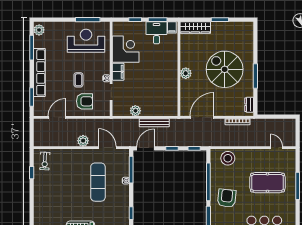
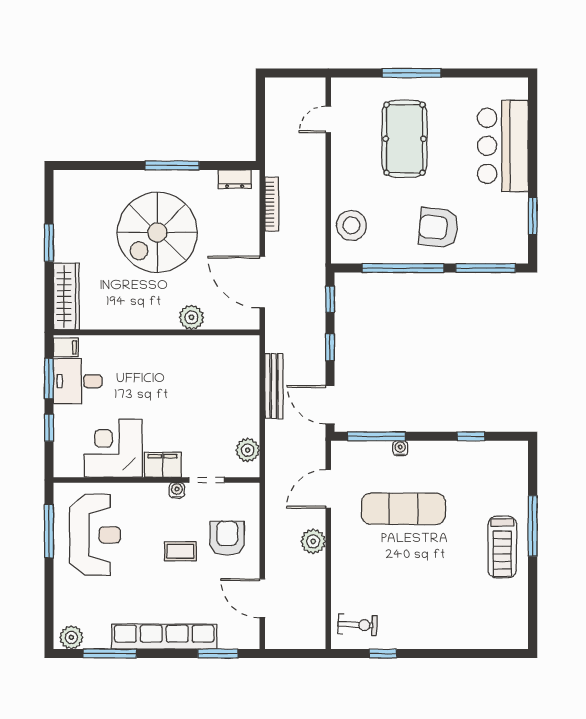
reception desk: (86, 41) -> (95, 535), turned 180
plant: (186, 73) -> (191, 317), moved
plant: (135, 111) -> (248, 450), moved

